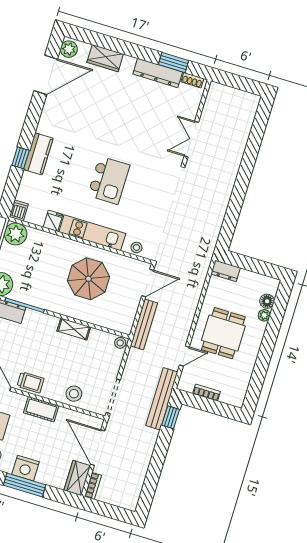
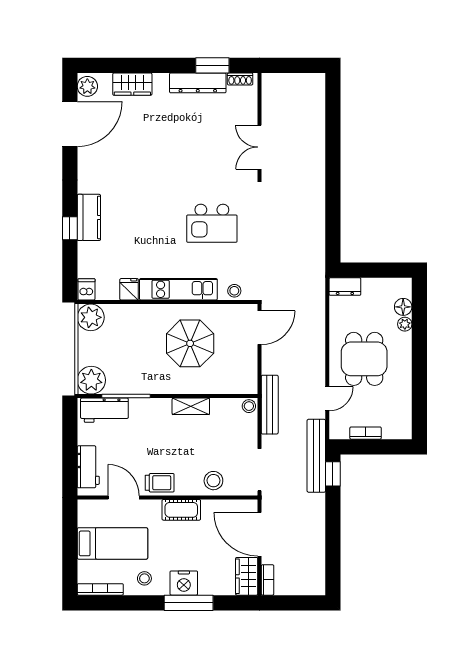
kitchen island: (109, 180) -> (212, 223), moved, turned 90
bench: (144, 324) -> (270, 405), moved

